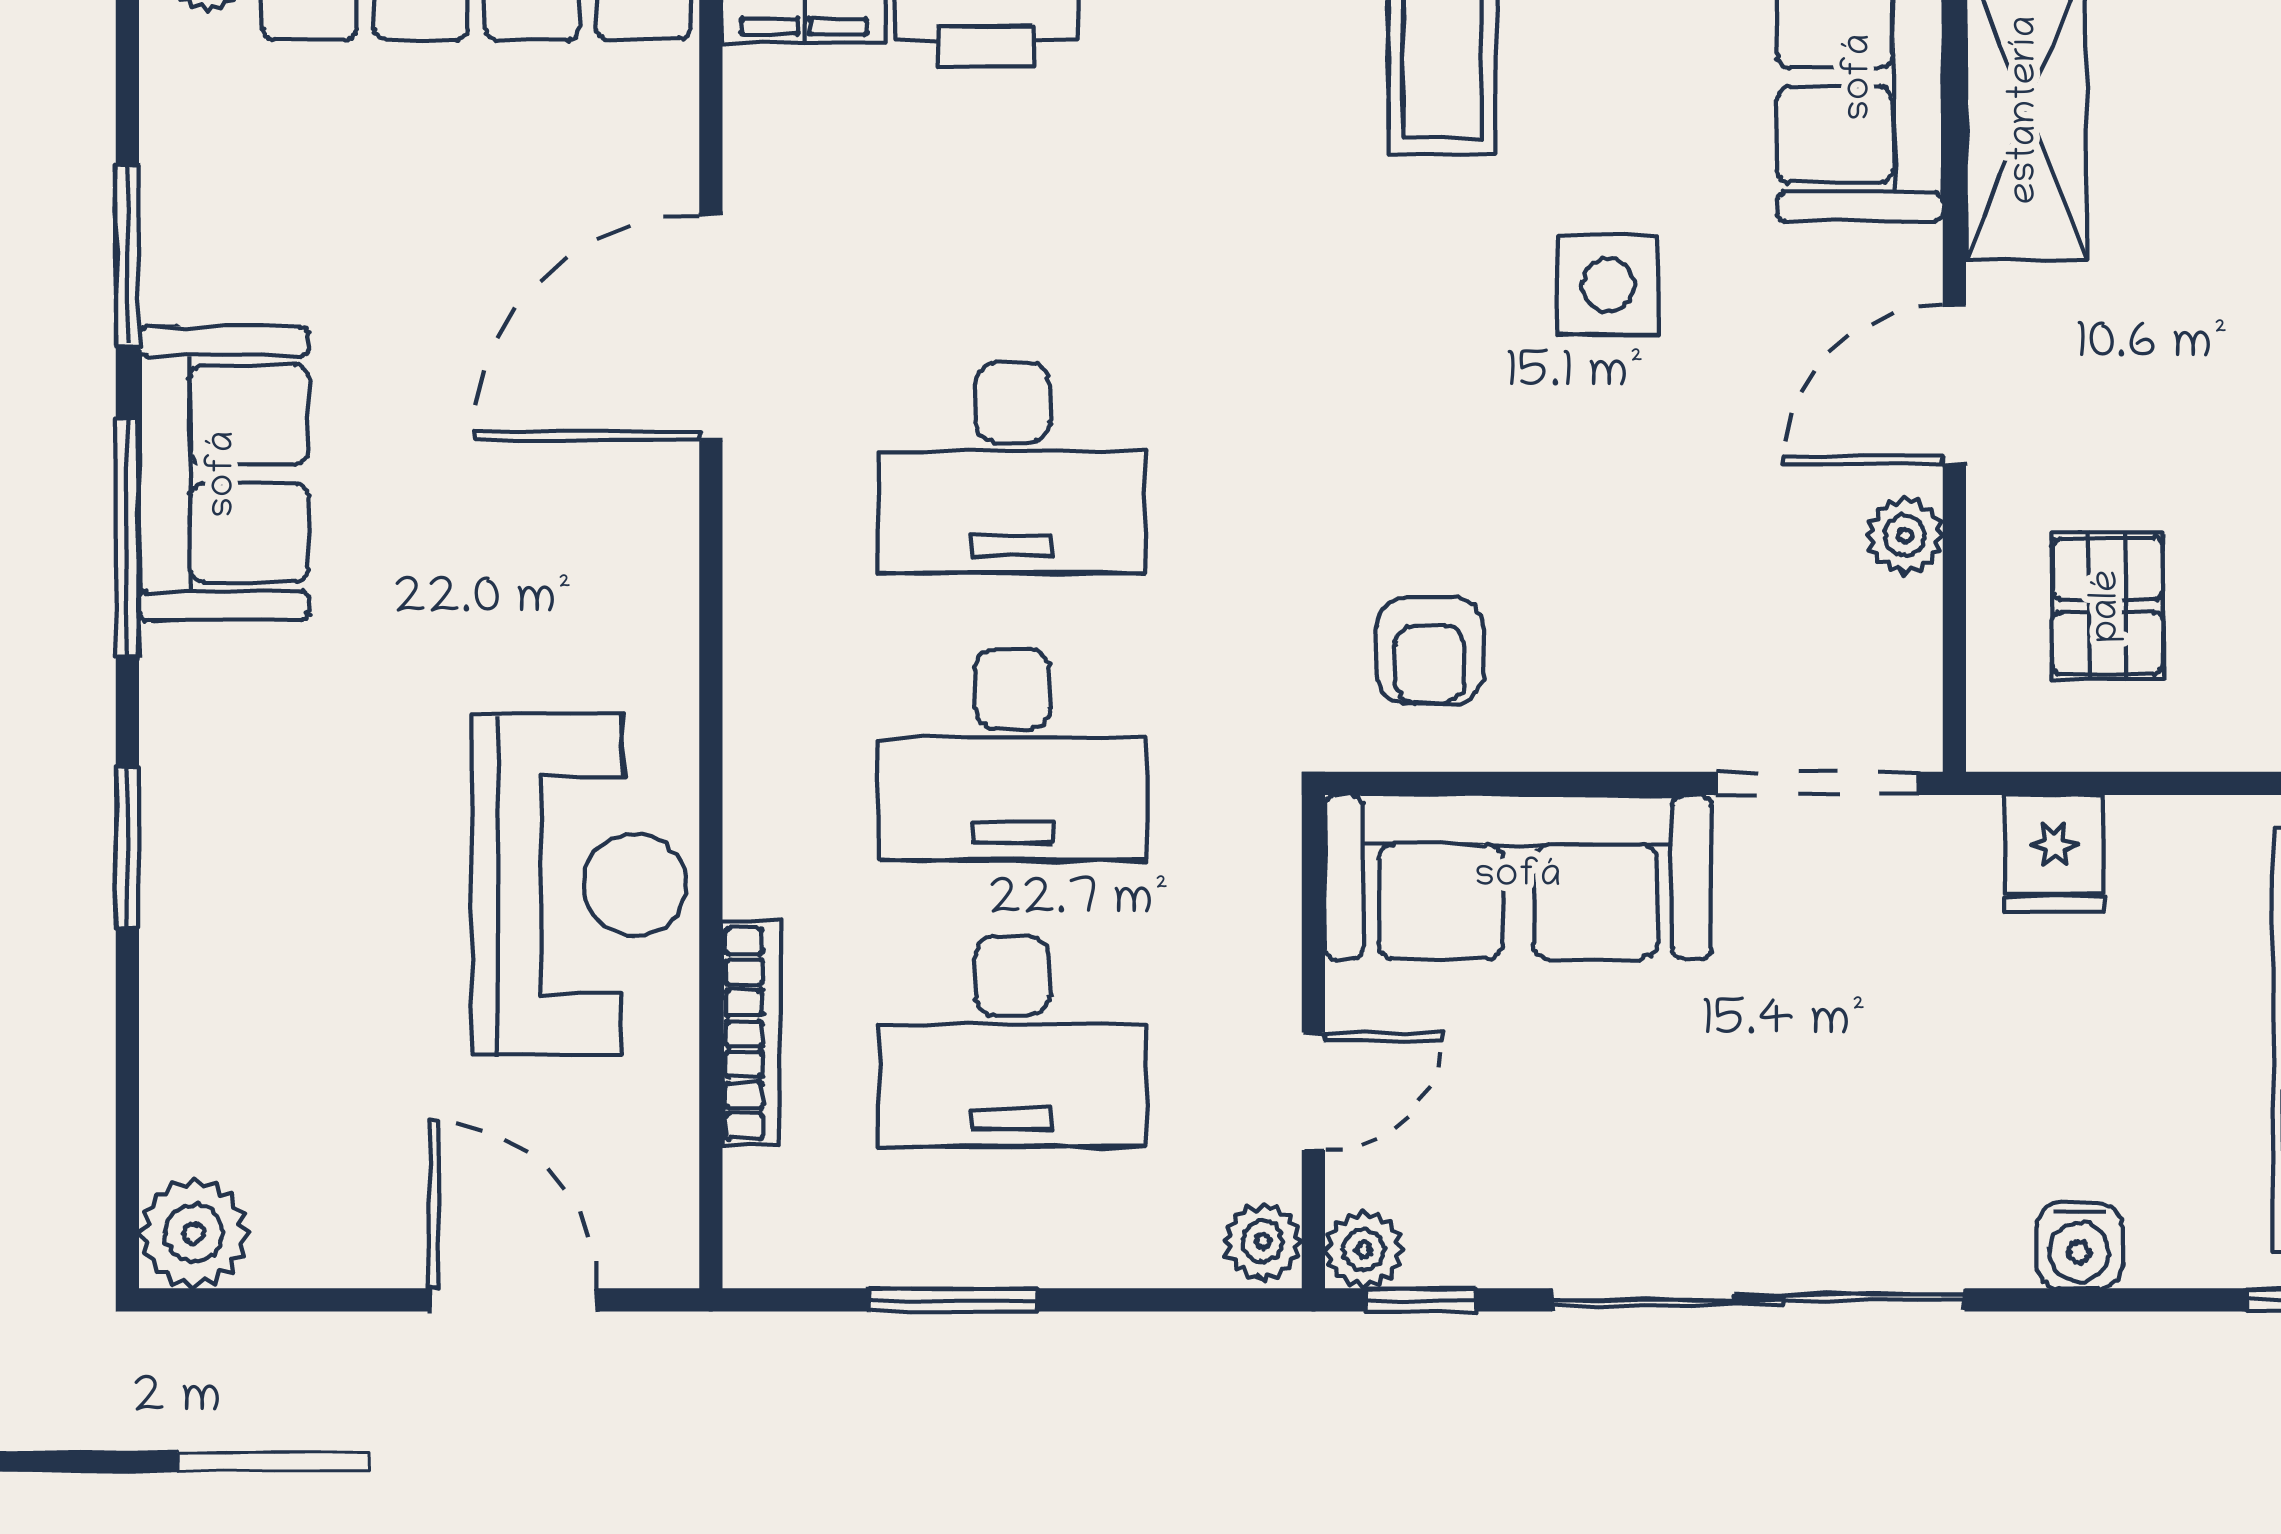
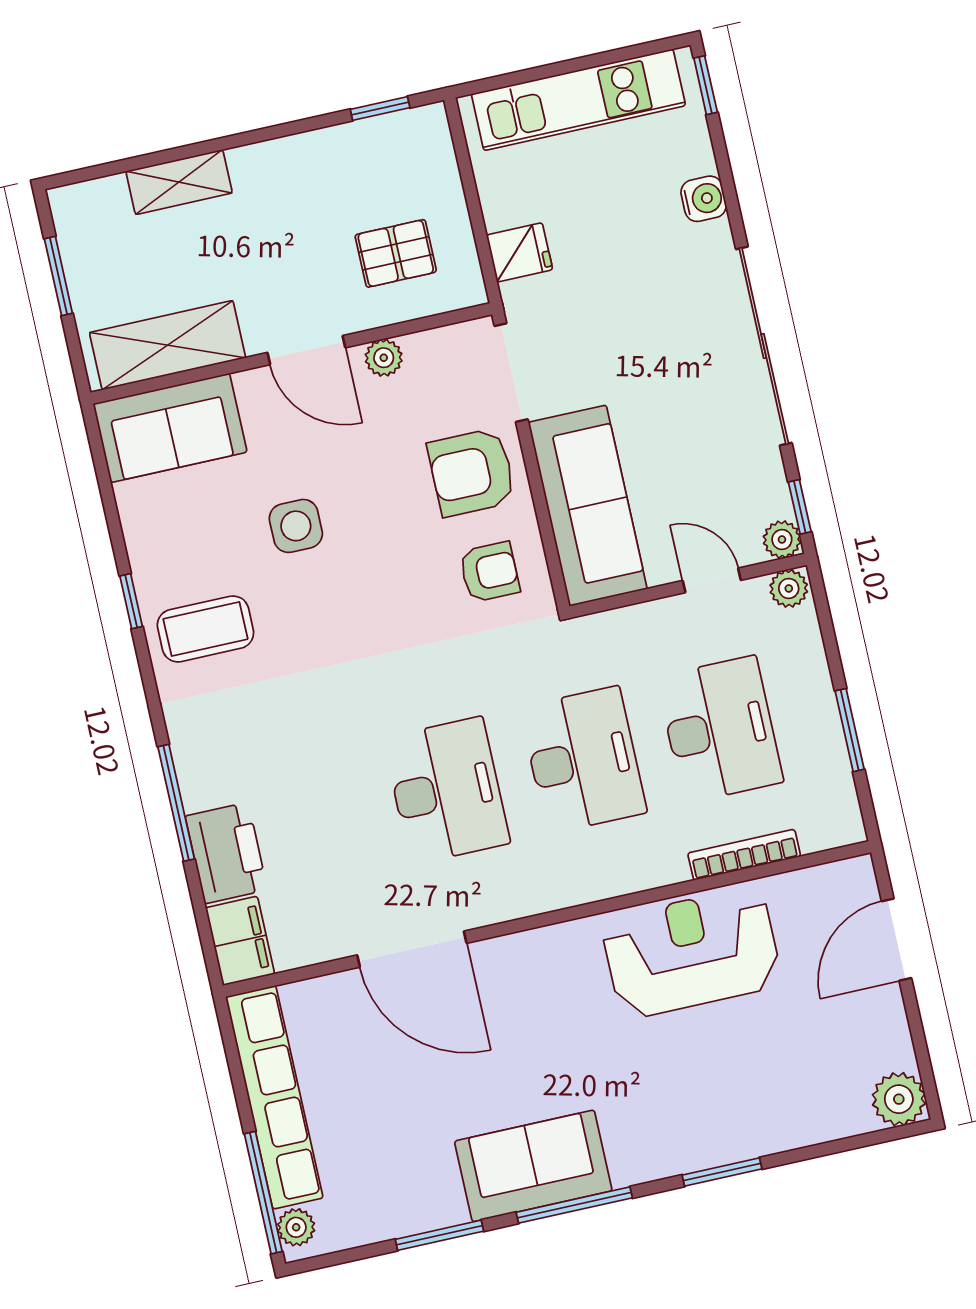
armchair: (1636, 660) -> (472, 472), added

